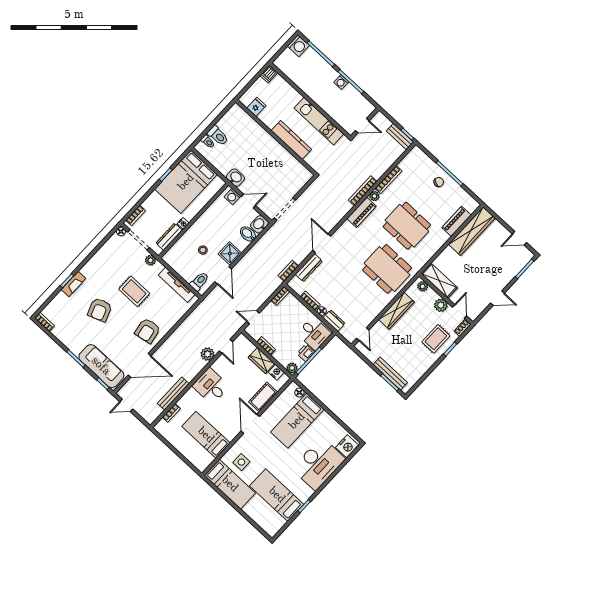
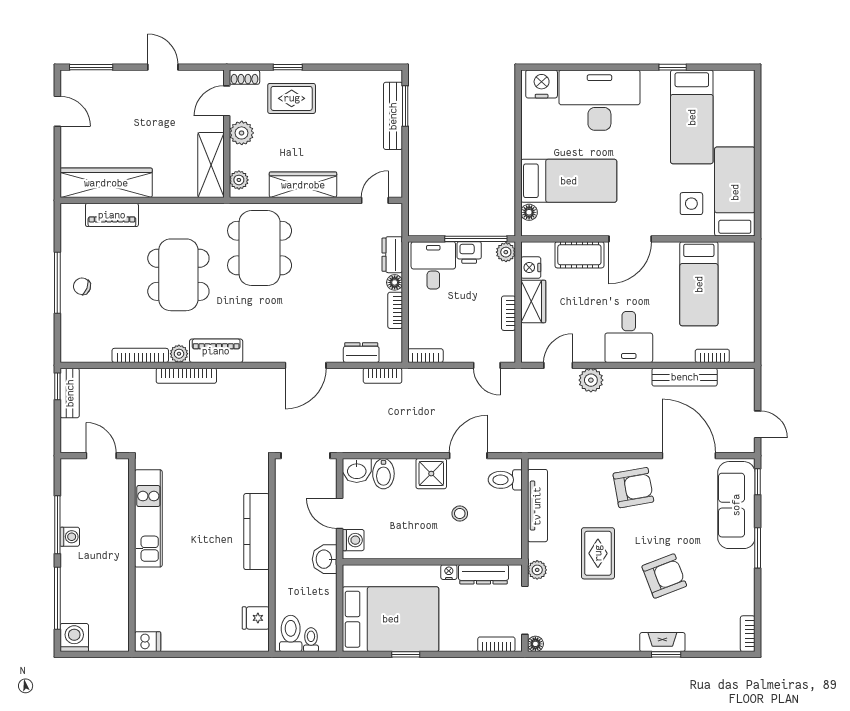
fridge: (256, 107) -> (256, 618), moved
wall: (276, 137) -> (272, 555), moved
kitchen counter: (291, 140) -> (257, 532), moved
dresser: (309, 268) -> (361, 353), width x0.70

